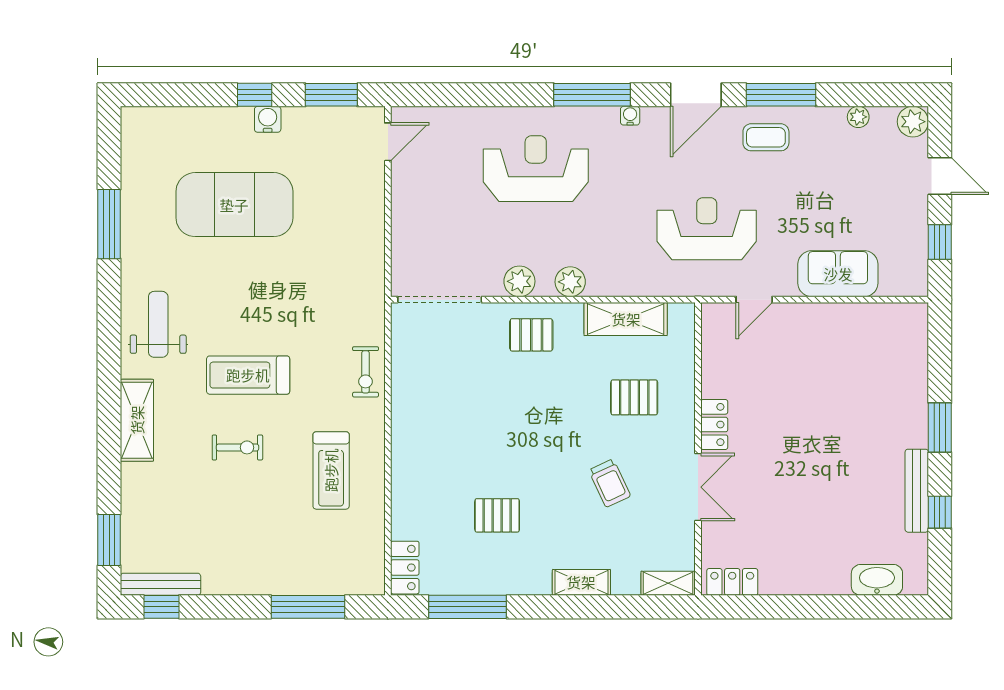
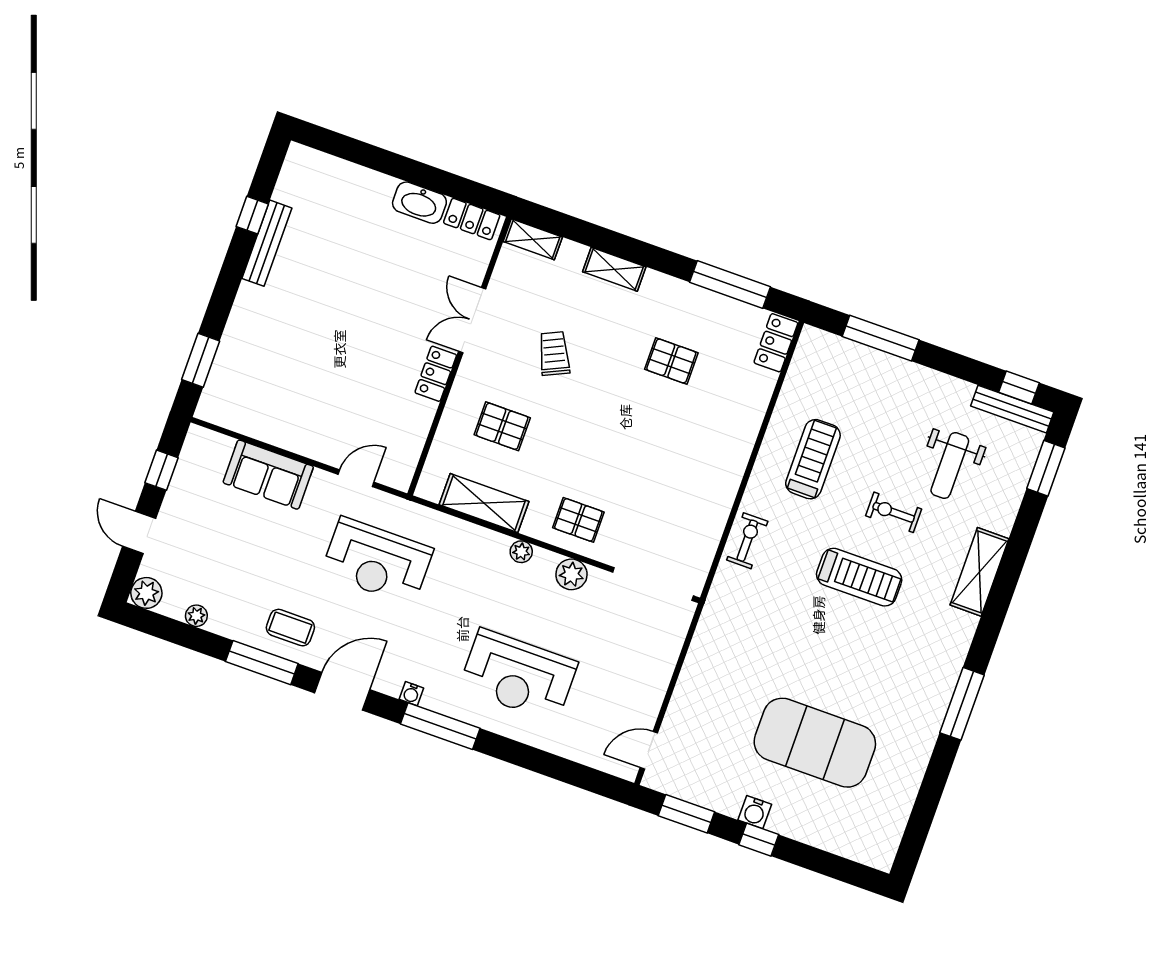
window: (109, 224) -> (962, 704), moved
plant: (570, 282) -> (521, 552), width x0.73, depth x0.73
weight bench: (158, 324) -> (950, 466), moved
window: (940, 428) -> (201, 360), moved
washbasin: (877, 580) -> (419, 203), moved

